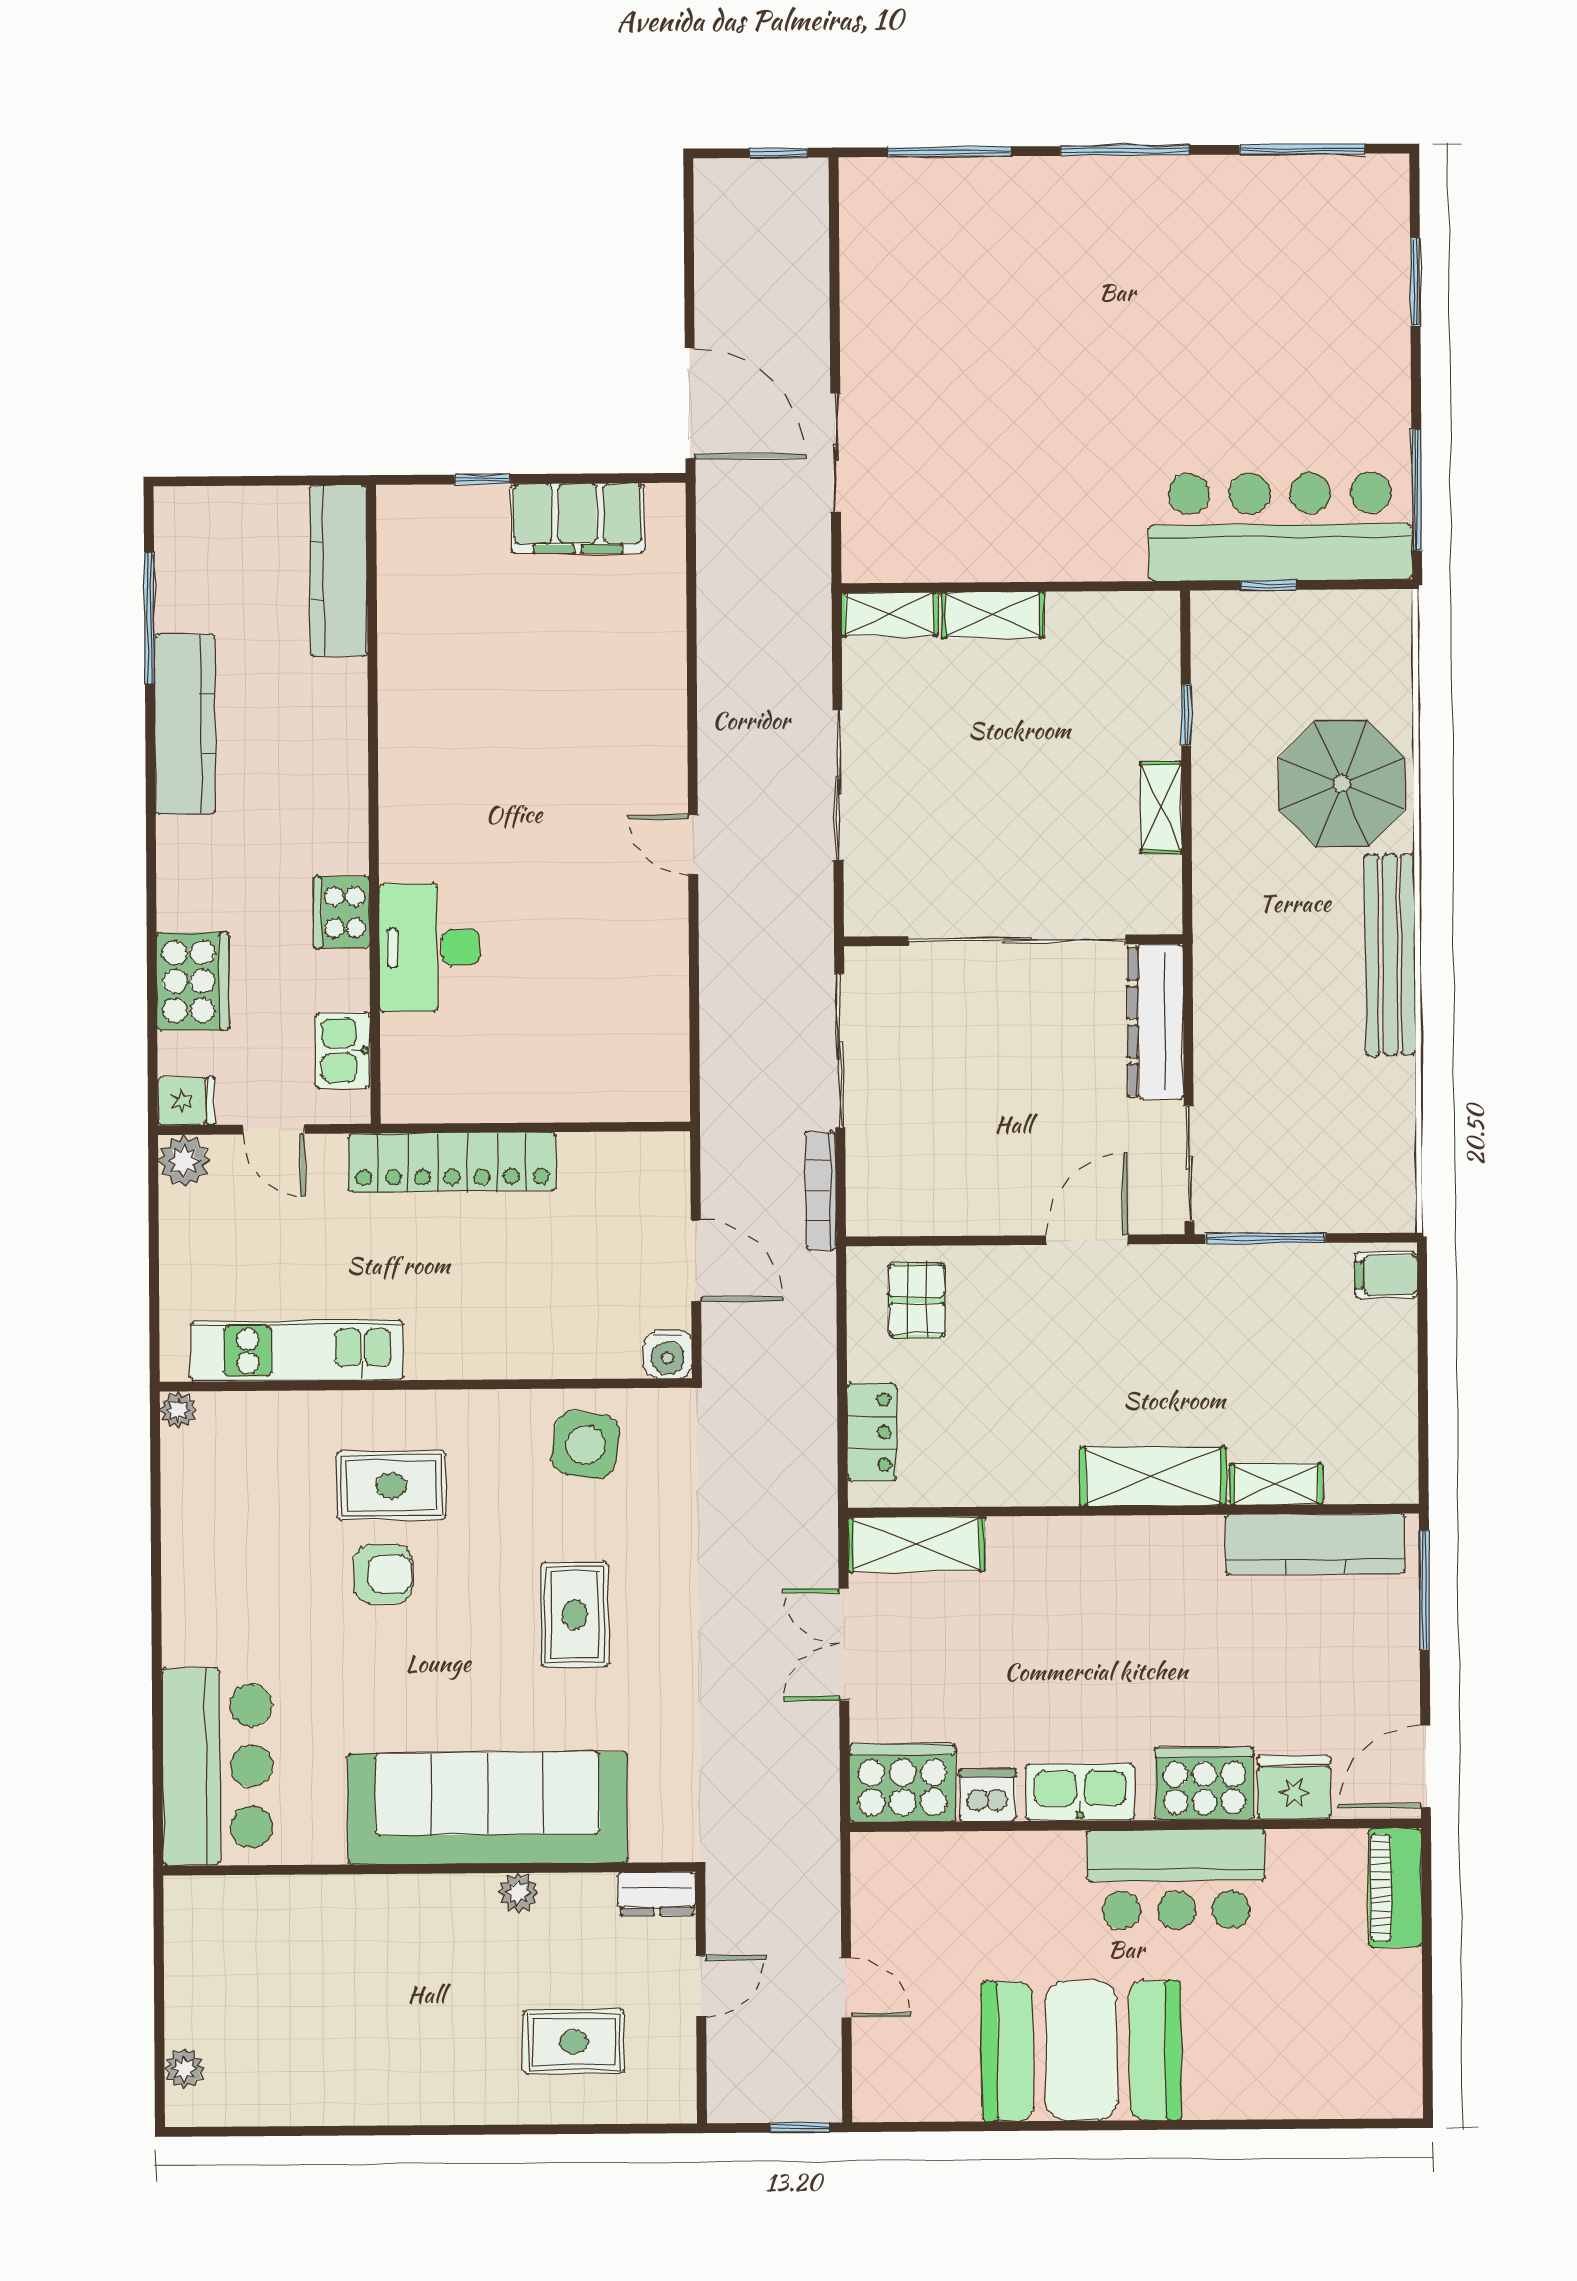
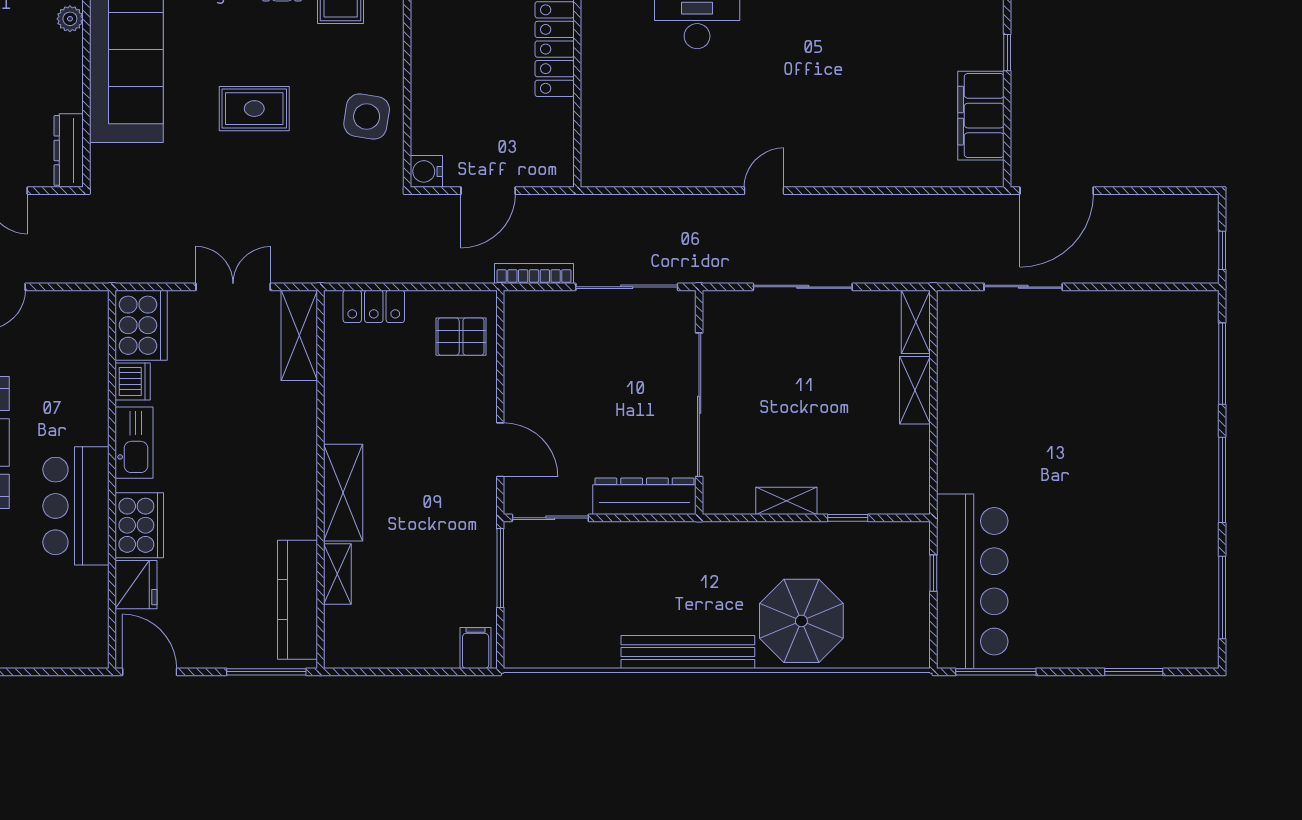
piano: (1395, 1888) -> (69, 651), removed
plant: (518, 1893) -> (70, 19), moved
dresser: (657, 1894) -> (69, 150), width x1.44

